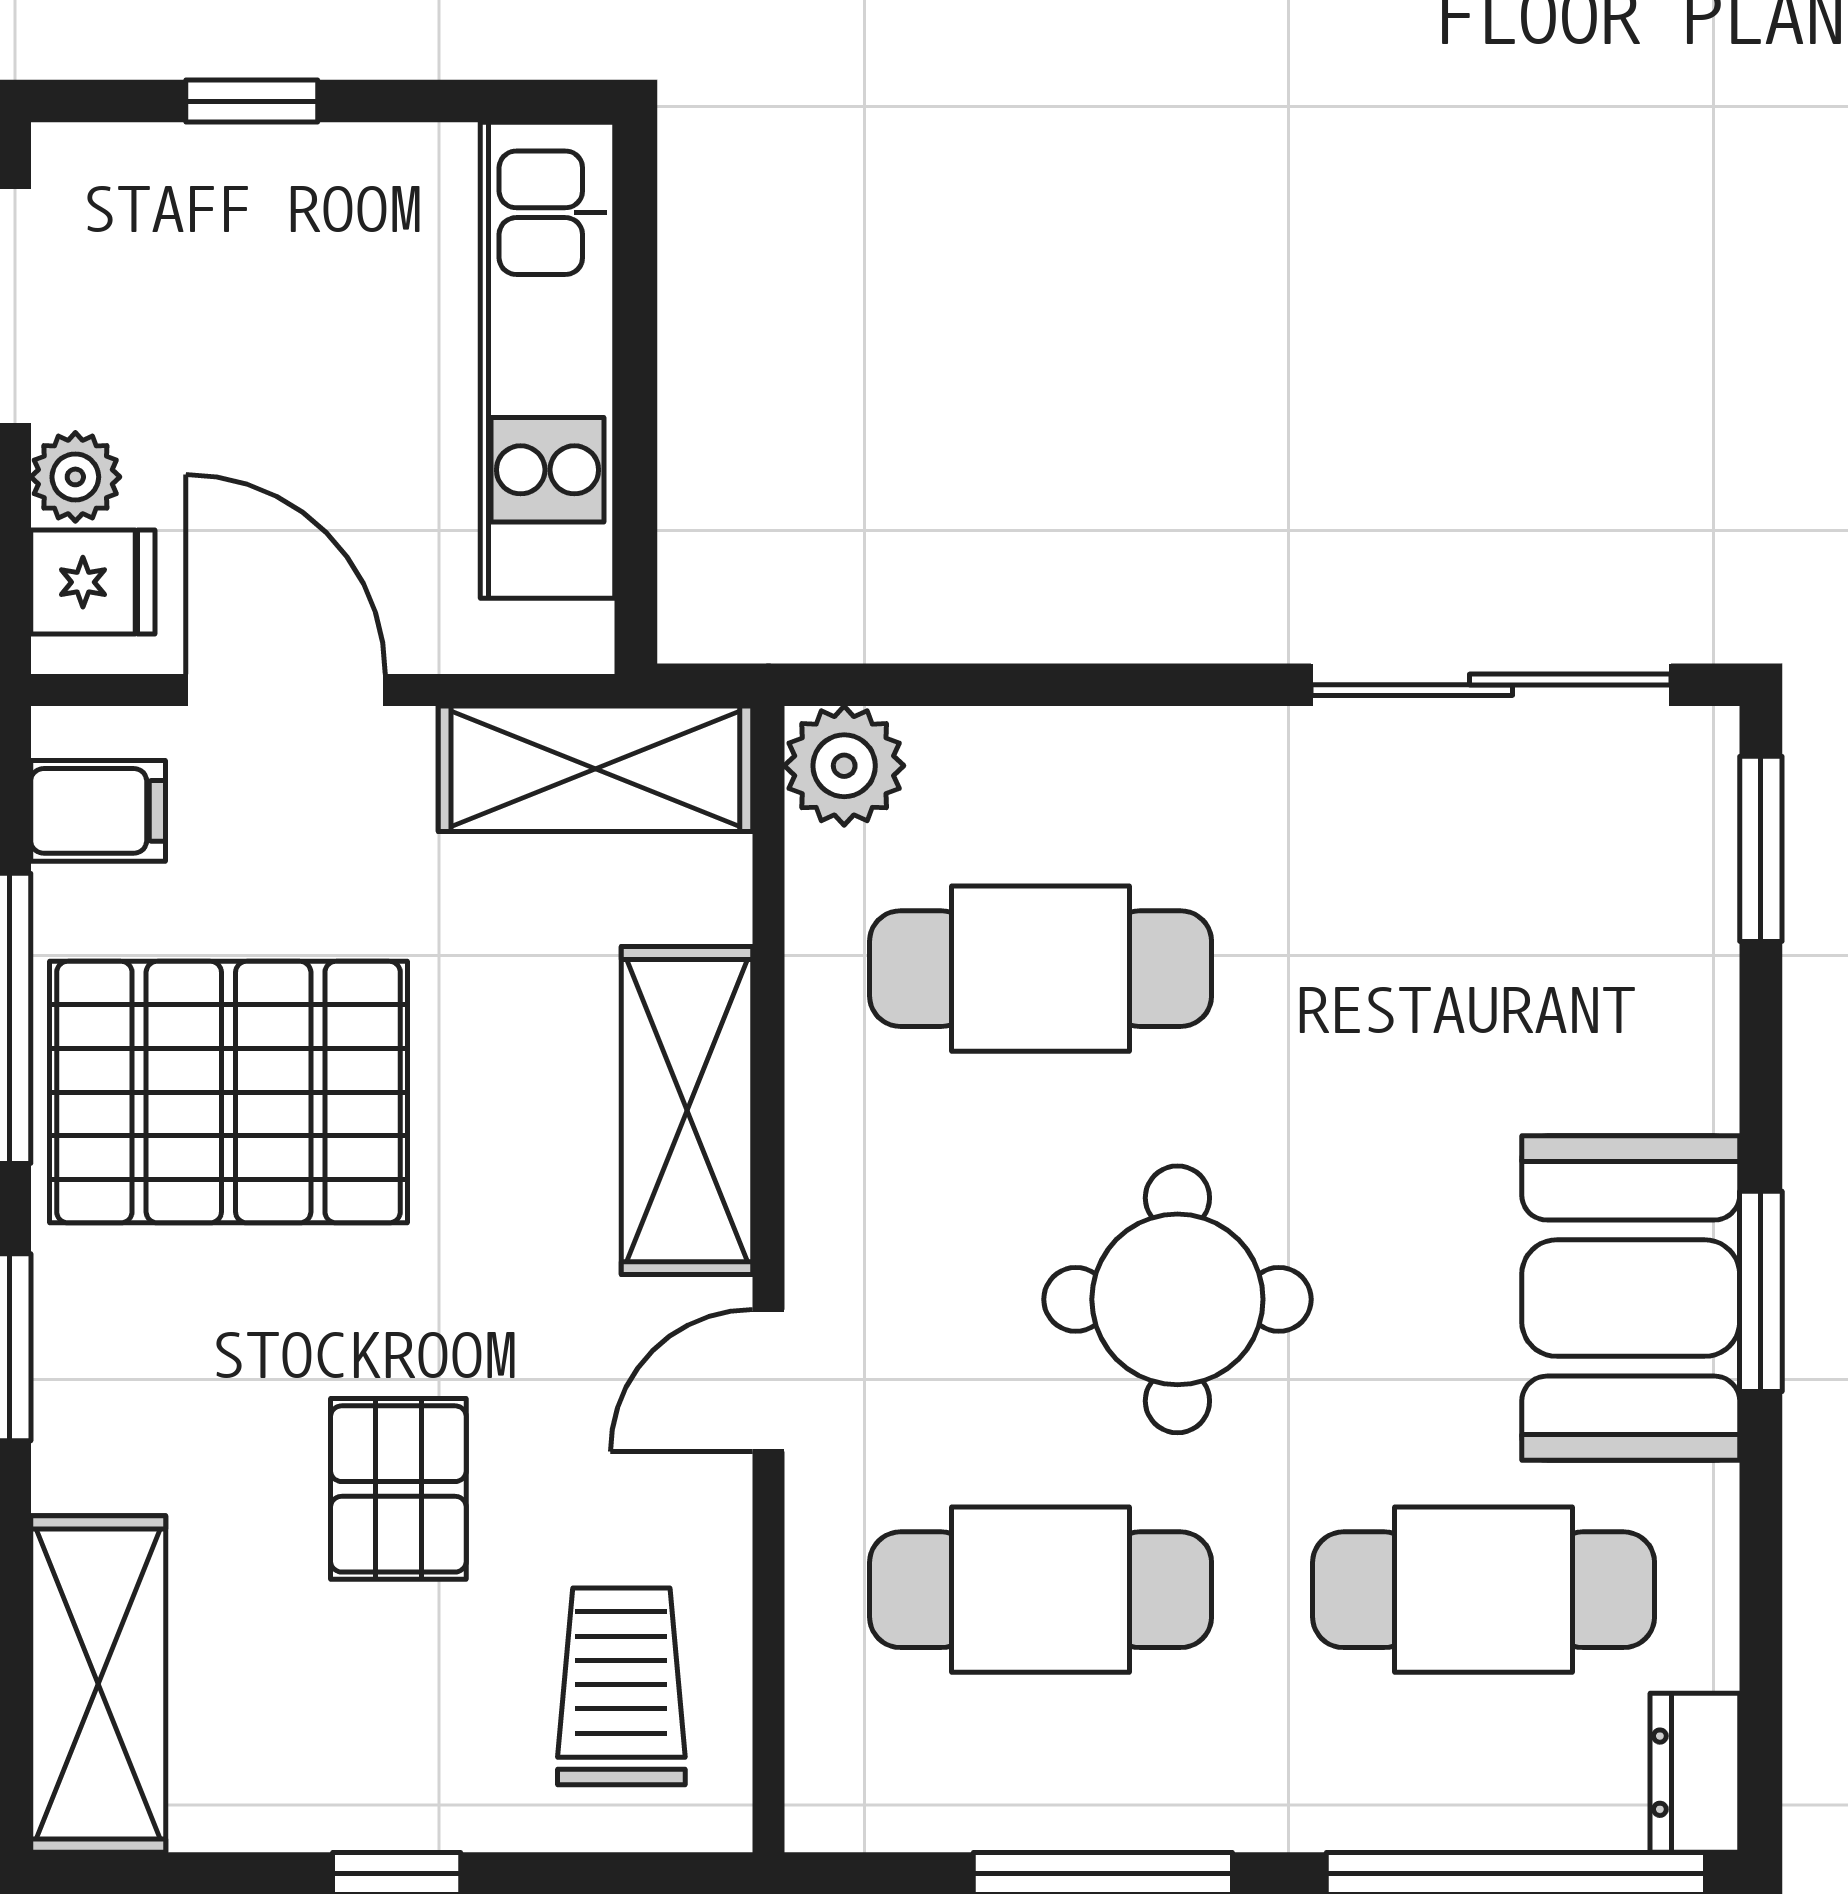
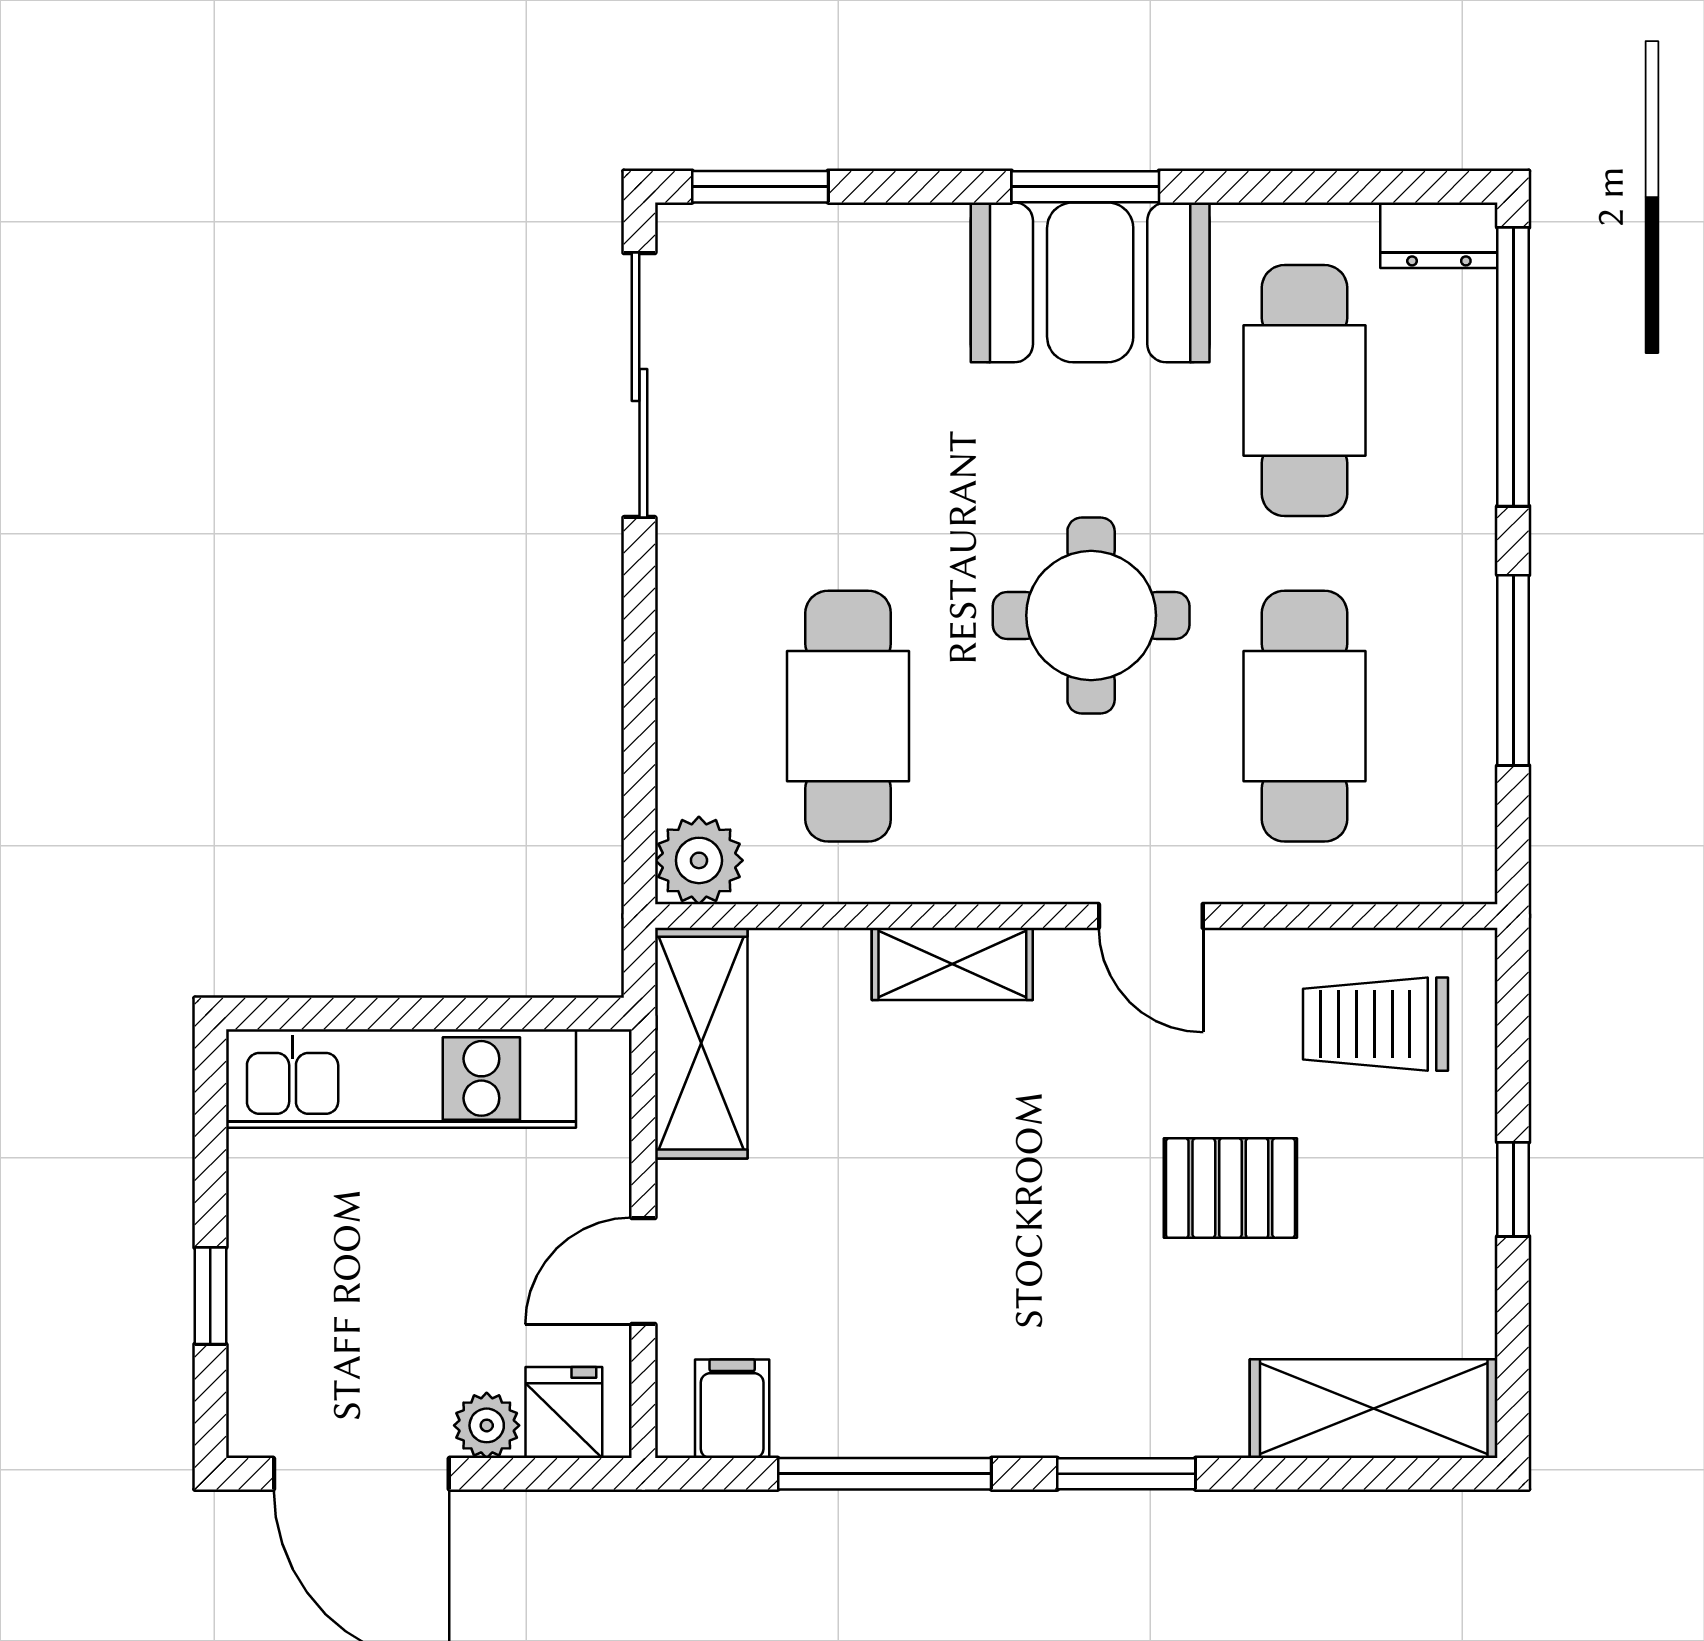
door: (286, 690) -> (643, 1271), width x0.73
pallet: (229, 1092) -> (939, 1313), removed
shelving: (687, 1111) -> (952, 964), width x0.67, depth x0.75

